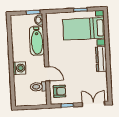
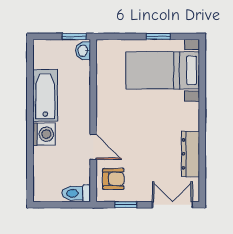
bathtub: (37, 41) -> (45, 95), moved, turned 180
dresser: (101, 59) -> (190, 154), moved
toilet: (38, 87) -> (76, 193), moved

